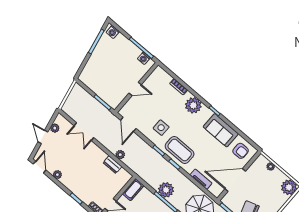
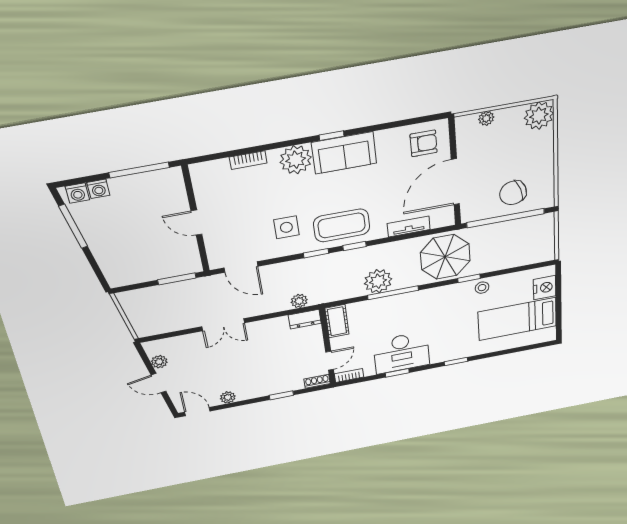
washing machine: (144, 58) -> (98, 189), moved
door: (135, 89) -> (196, 223), swing flipped
sofa: (221, 130) -> (344, 153), moved
double door: (84, 132) -> (223, 325), moved
plant: (120, 155) -> (299, 301), moved
dresser: (112, 165) -> (305, 319), moved

